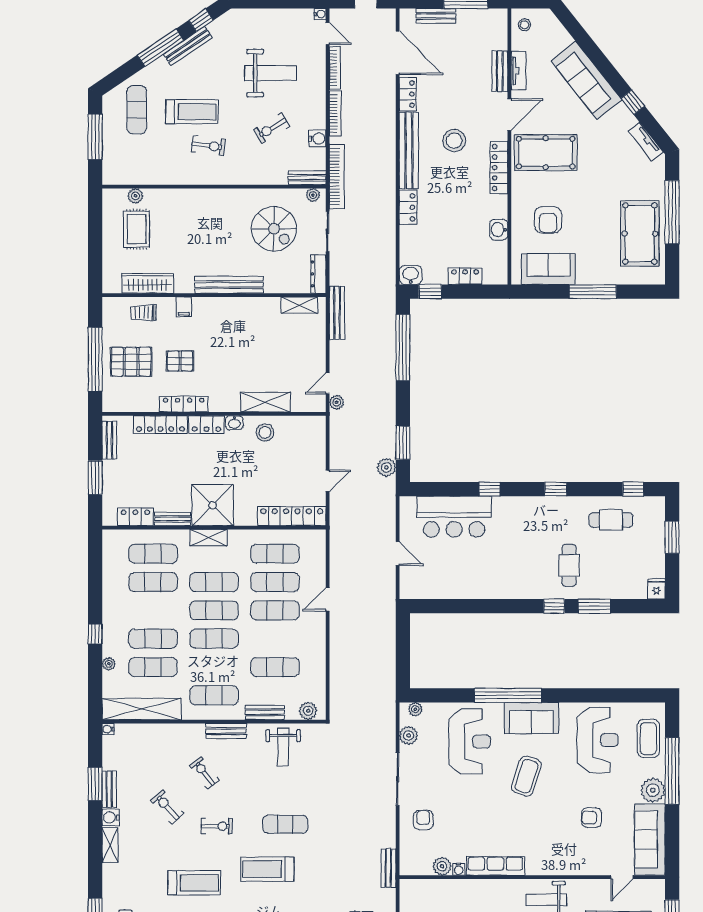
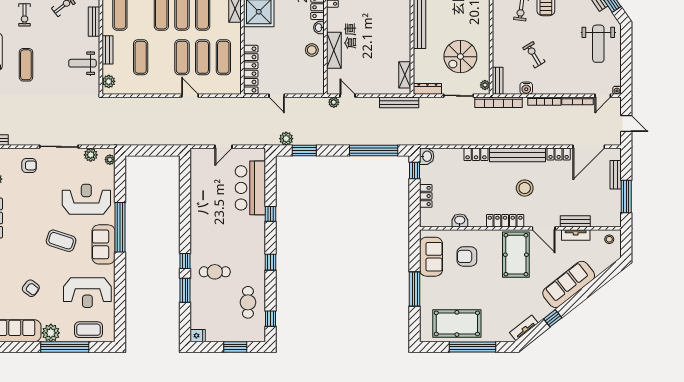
weight bench: (271, 73) -> (598, 44), moved
reception desk: (470, 742) -> (86, 199), turned 180
armchair: (592, 818) -> (31, 288), turned 127

